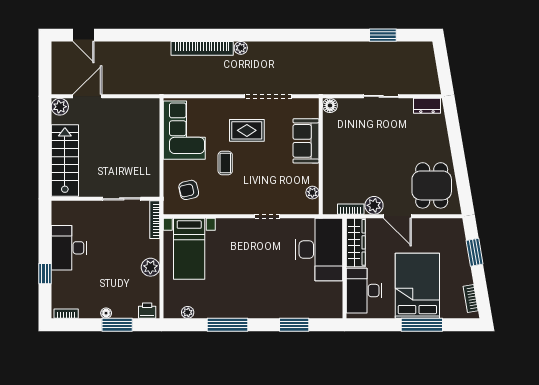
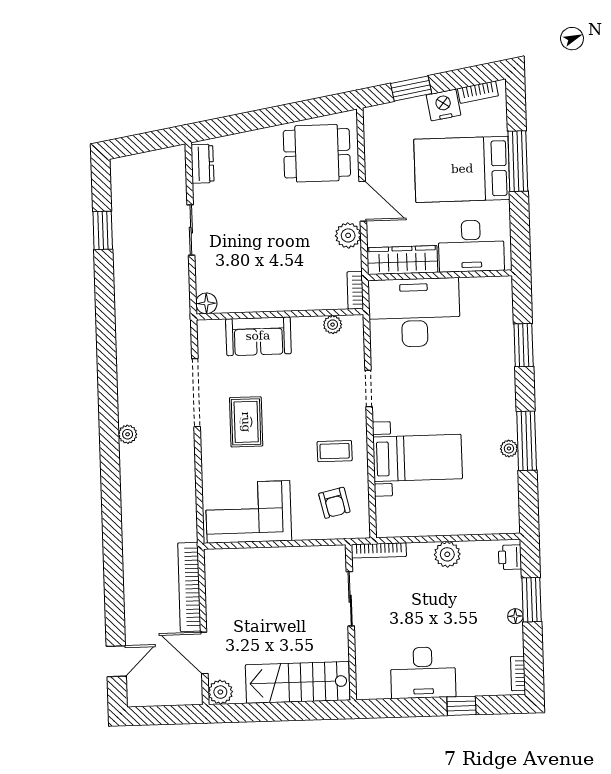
bookcase: (202, 48) -> (189, 587), moved, turned 180
coffee table: (225, 163) -> (335, 451), moved
bookcase: (351, 209) -> (355, 290), moved
door: (397, 216) -> (363, 201), hinge flipped
bed with nightstands: (189, 249) -> (418, 458), moved
nightstand: (462, 274) -> (444, 105), added
plant: (188, 312) -> (509, 448), moved

